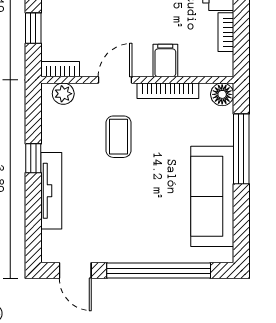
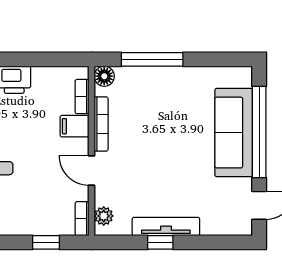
bookcase: (226, 32) -> (82, 97), moved, turned 90
coffee table: (119, 137) -> (141, 167), removed
tv unit: (51, 191) -> (166, 227), moved
sofa: (212, 196) -> (234, 133), moved, turned 90

